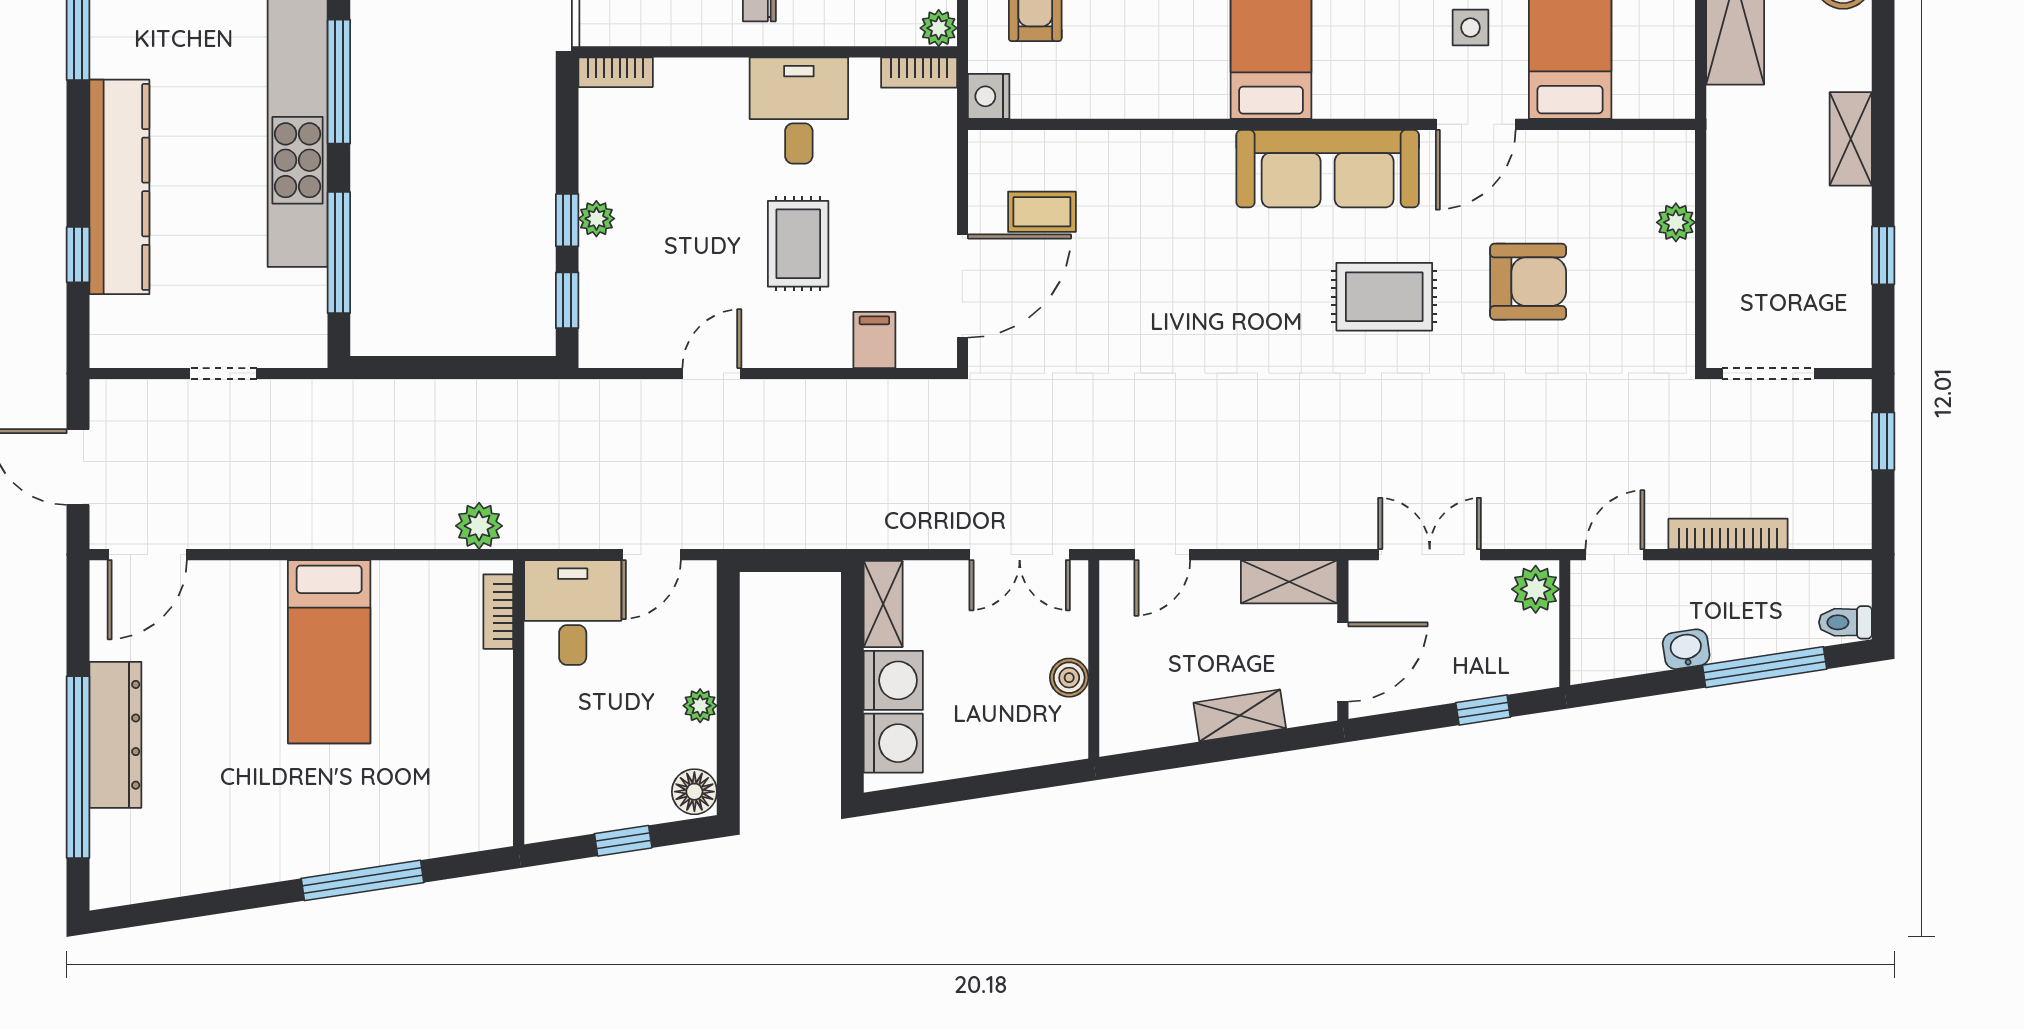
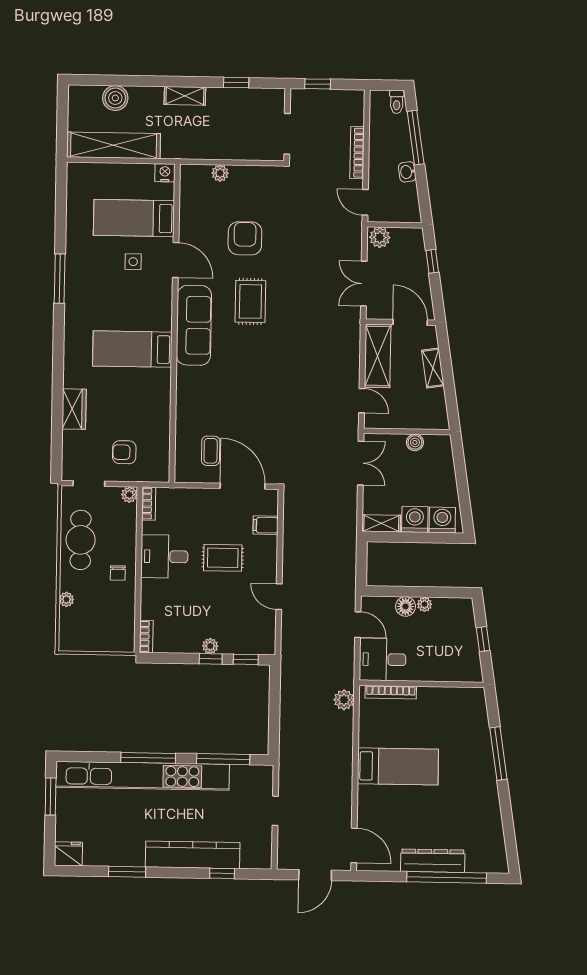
nightstand: (989, 96) -> (165, 173), moved, turned 180
shelving: (1289, 582) -> (378, 356), width x1.50, depth x1.33
bookcase: (498, 612) -> (391, 692), width x1.56
floor lamp: (694, 792) -> (406, 606), moved

